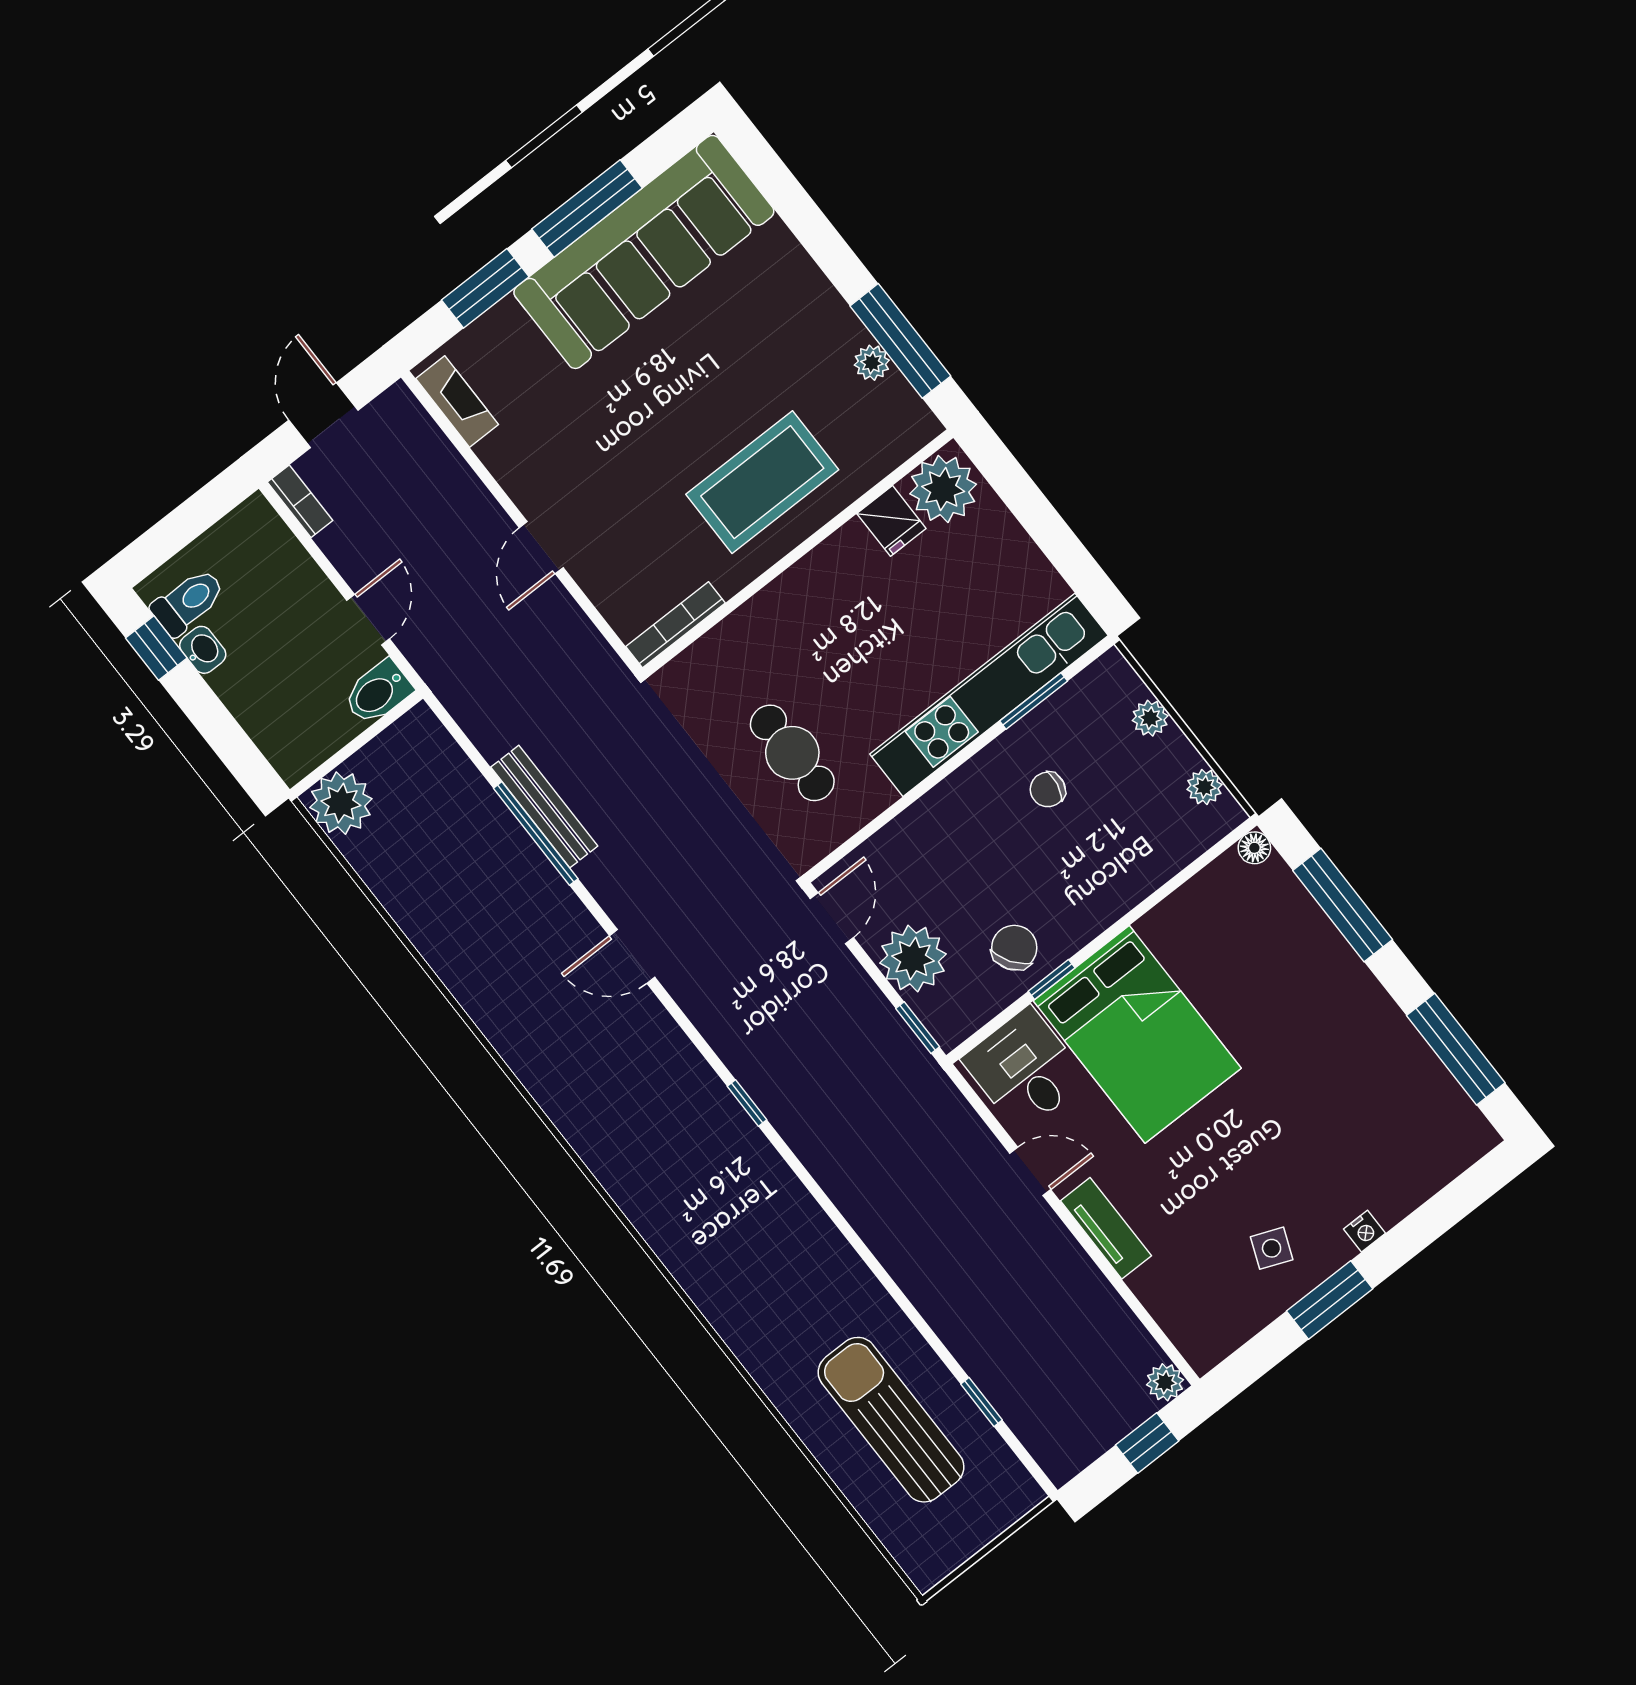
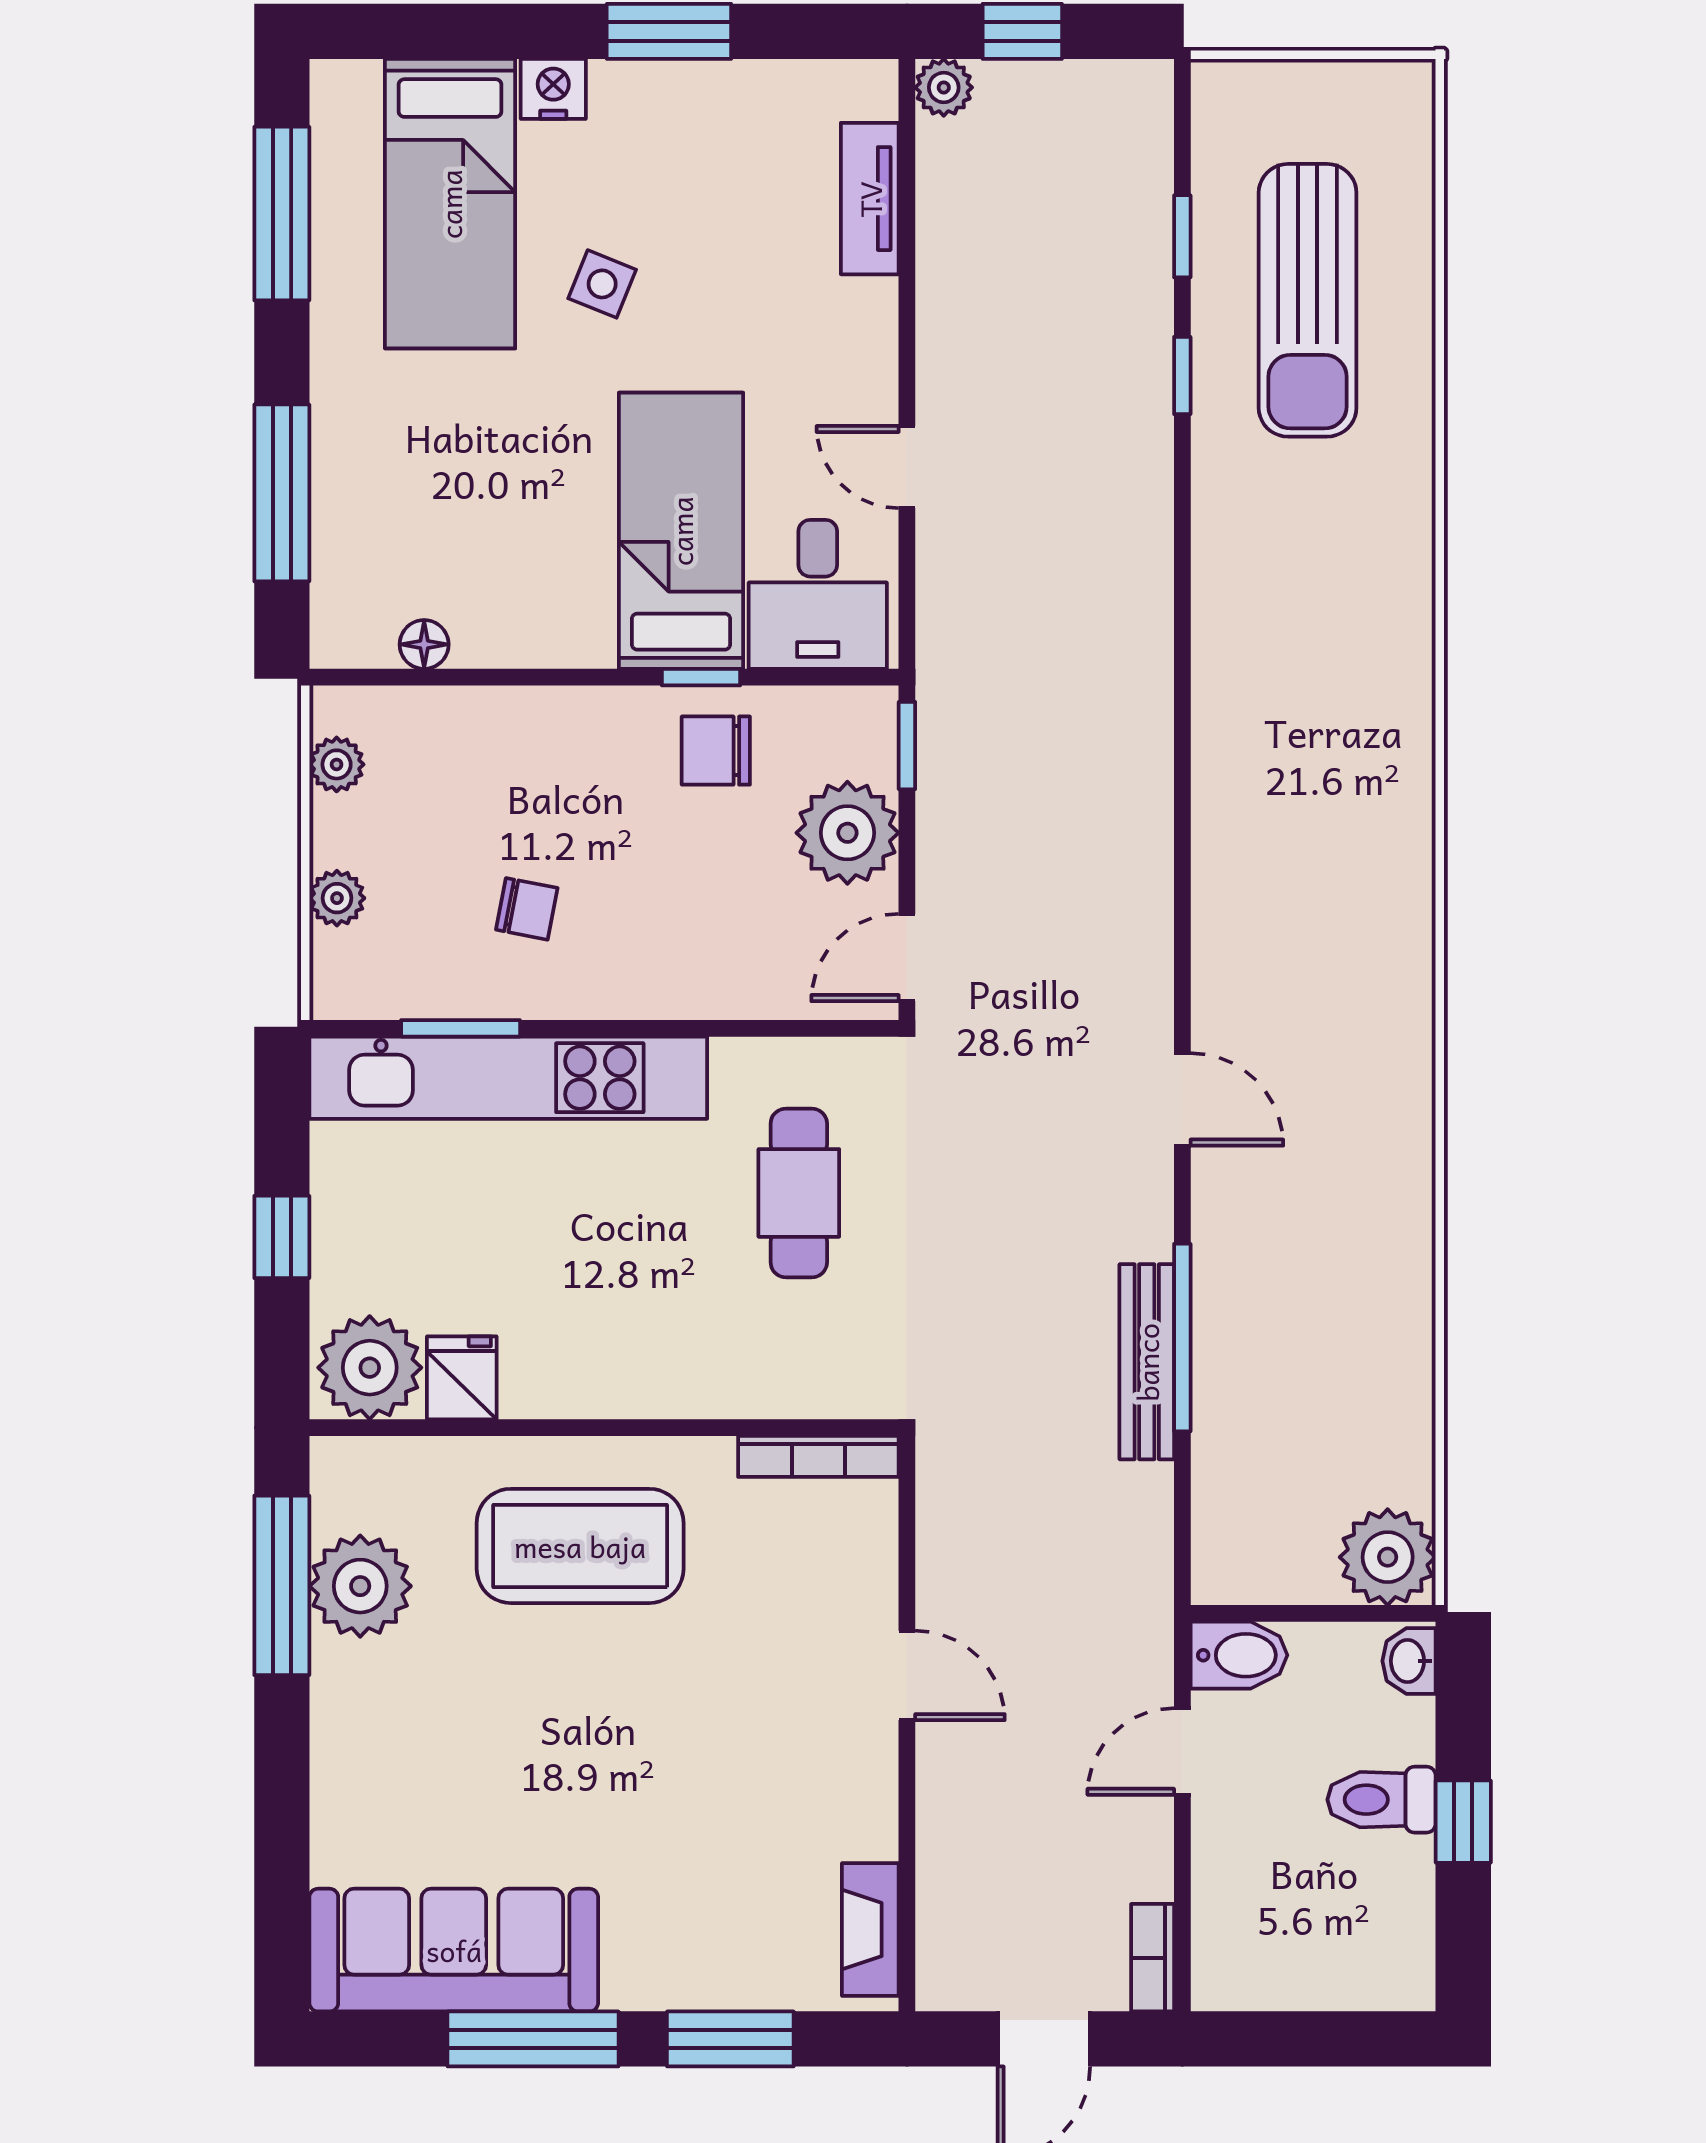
sofa: (644, 252) -> (454, 1950), width x0.74, depth x0.79
plant: (872, 363) -> (360, 1586), width x1.87, depth x1.87
window: (1041, 521) -> (282, 1237), added
door: (541, 548) -> (907, 1675), hinge flipped
toilet: (188, 602) -> (1381, 1800), moved
window: (156, 648) -> (1463, 1822), moved
washbasin: (203, 650) -> (1409, 1661), moved
floor lamp: (1254, 848) -> (424, 644), moved
chair: (1014, 948) -> (716, 751), turned 34
bed: (1137, 1034) -> (681, 531), width x0.67
window: (747, 1103) -> (1182, 376), moved
bed: (1373, 1122) -> (450, 204), added
tv unit: (1106, 1228) -> (870, 199), moved
nightstand: (1364, 1231) -> (553, 89), width x1.39, depth x1.35
side table: (1272, 1248) -> (602, 284), moved

